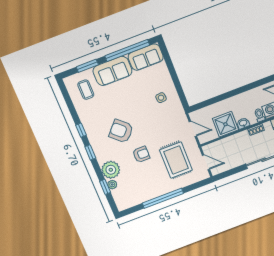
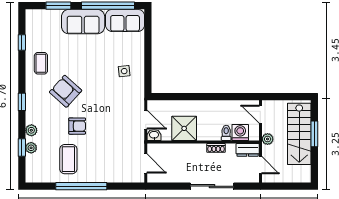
coffee table: (86, 90) -> (41, 63), moved
washbasin: (243, 123) -> (154, 135), moved
window: (81, 130) -> (22, 43), moved
rug: (176, 160) -> (113, 148), removed
plant: (111, 170) -> (31, 130), width x0.53, depth x0.53
coffee table: (145, 182) -> (68, 159), added

